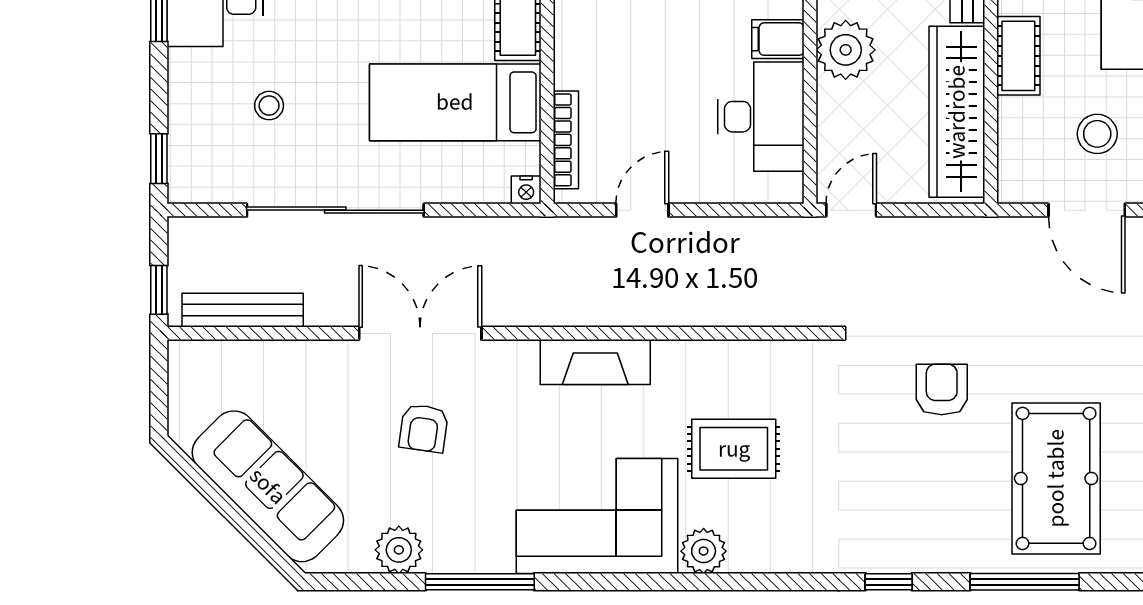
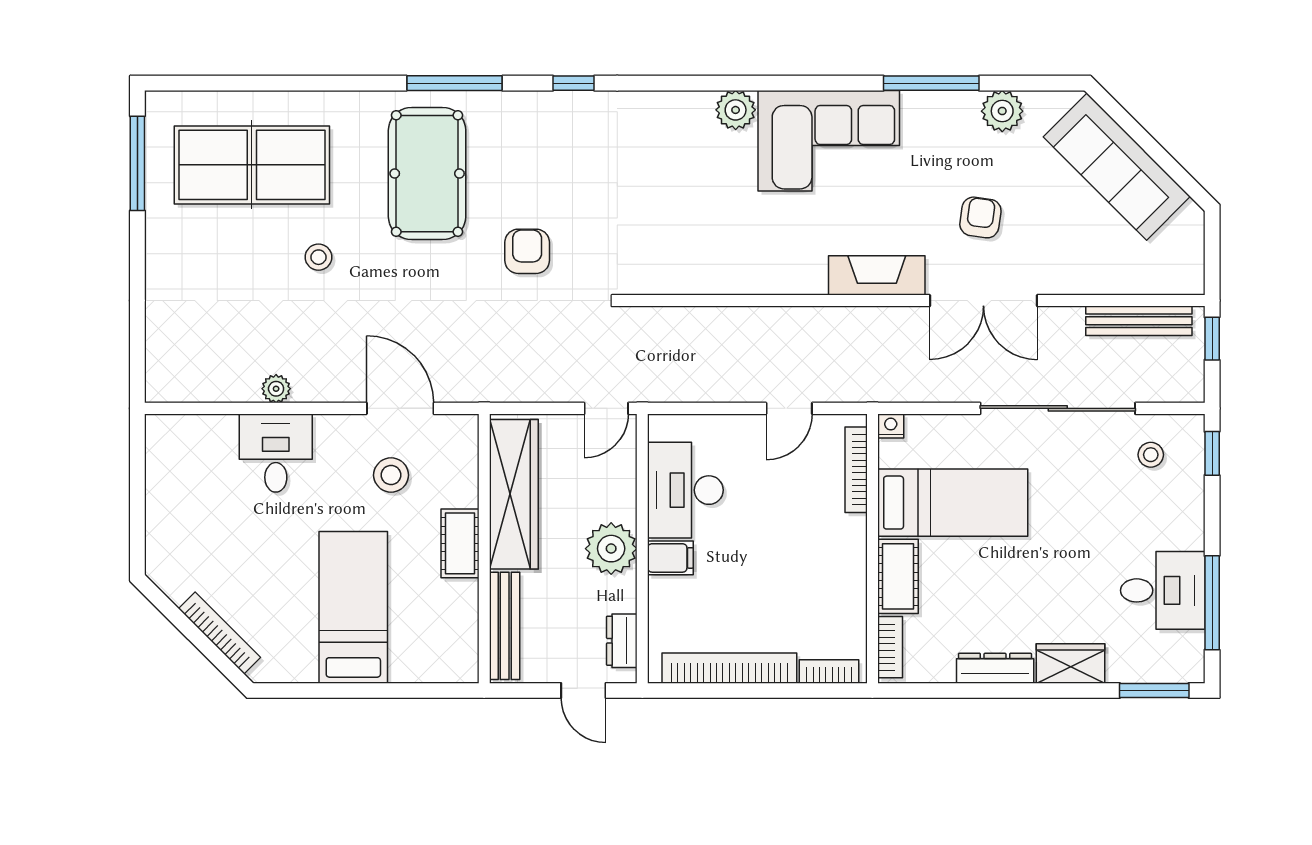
stool: (269, 106) -> (1151, 455), moved
fireplace: (595, 362) -> (877, 275), moved
armchair: (942, 389) -> (527, 251), turned 180
rug: (734, 449) -> (709, 199), removed

